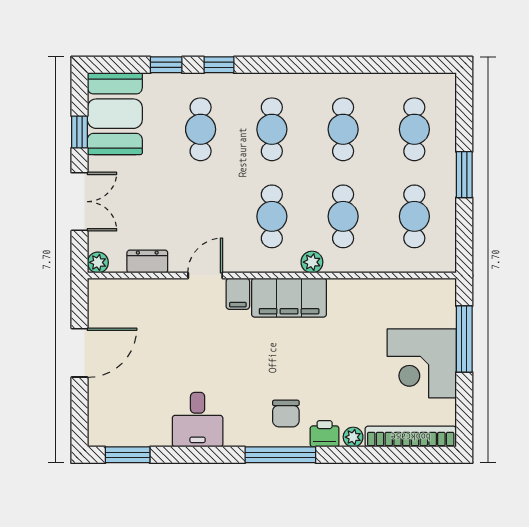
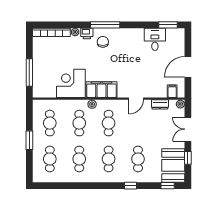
window: (166, 65) -> (168, 186), moved
filing cabinet: (238, 294) -> (172, 91), moved
corner desk: (422, 363) -> (71, 83), moved, turned -90
desk: (198, 420) -> (155, 39), moved

